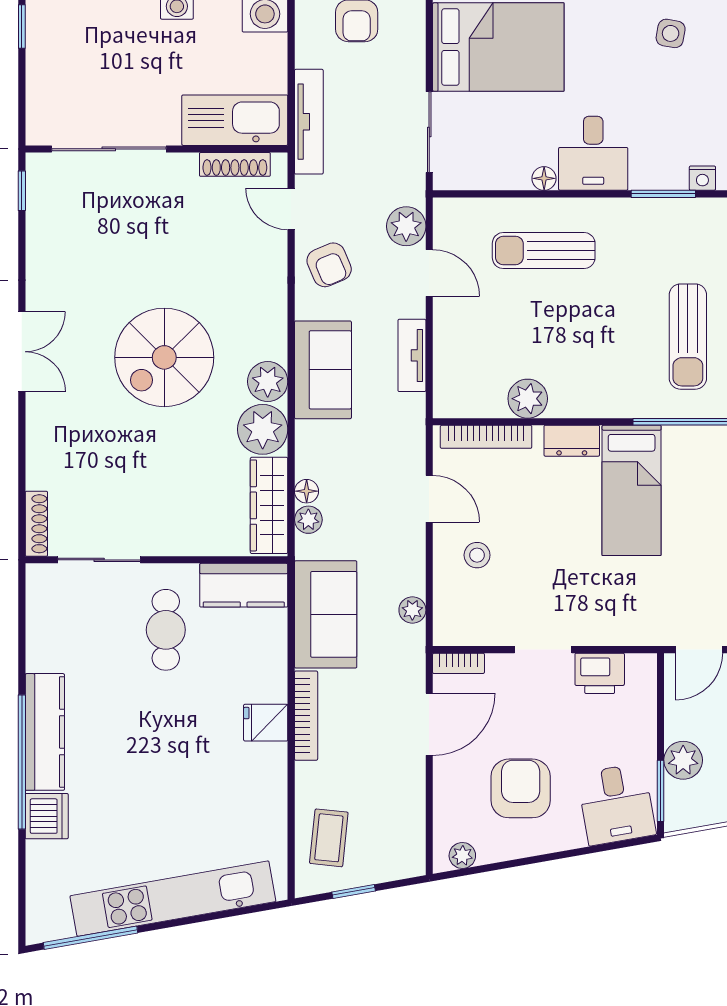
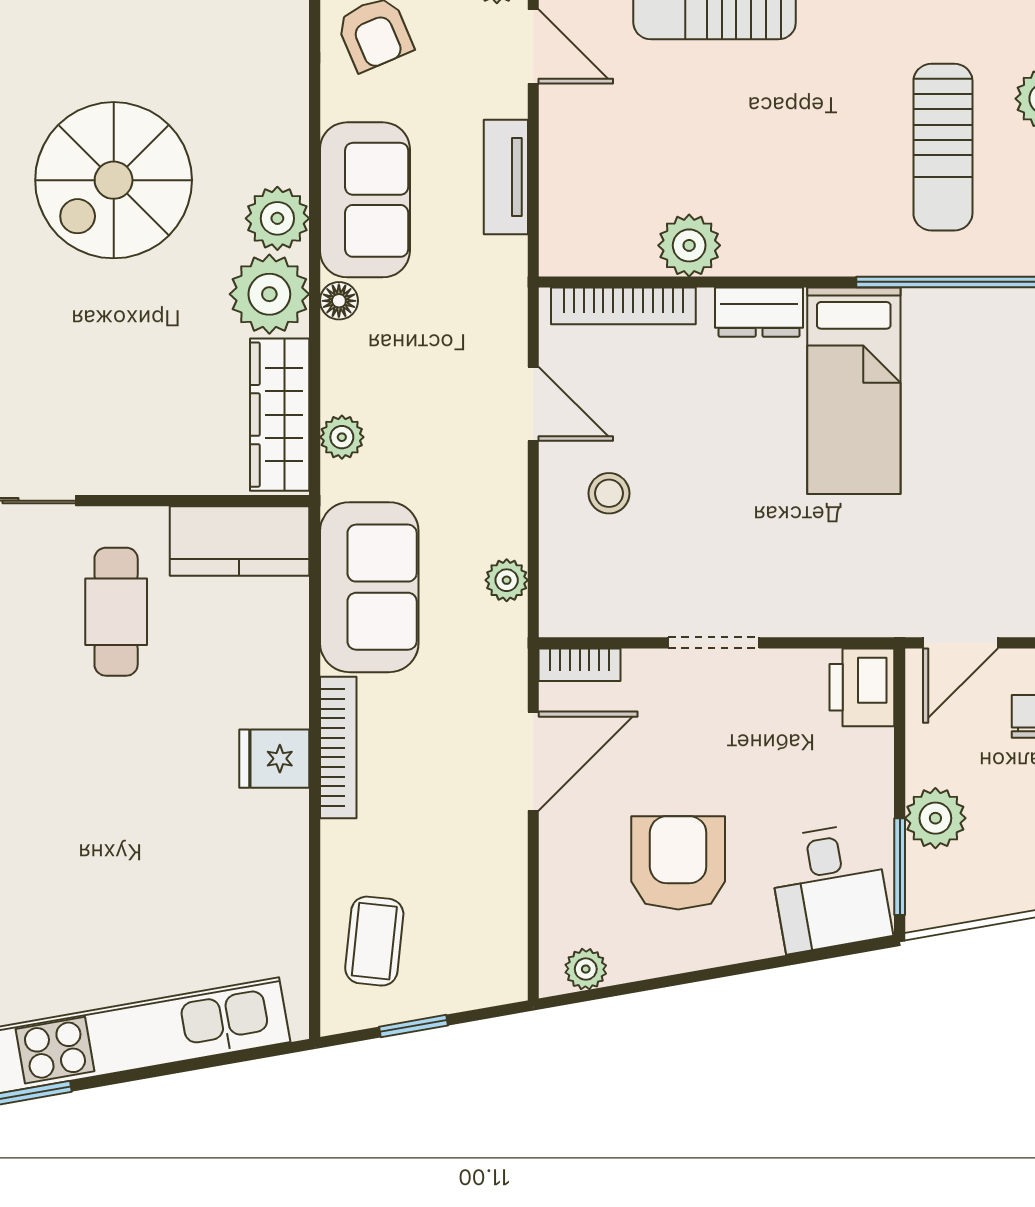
floor lamp: (307, 491) -> (339, 301), moved
printer: (600, 673) -> (862, 687), moved, turned 90

